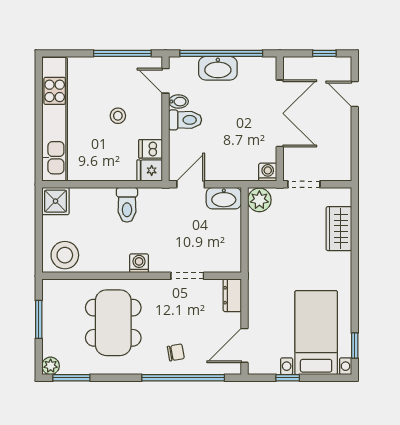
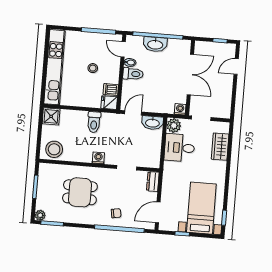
door: (355, 94) -> (236, 67), hinge flipped
desk: (272, 236) -> (180, 148), added
dining table: (113, 323) -> (80, 192), width x0.73

